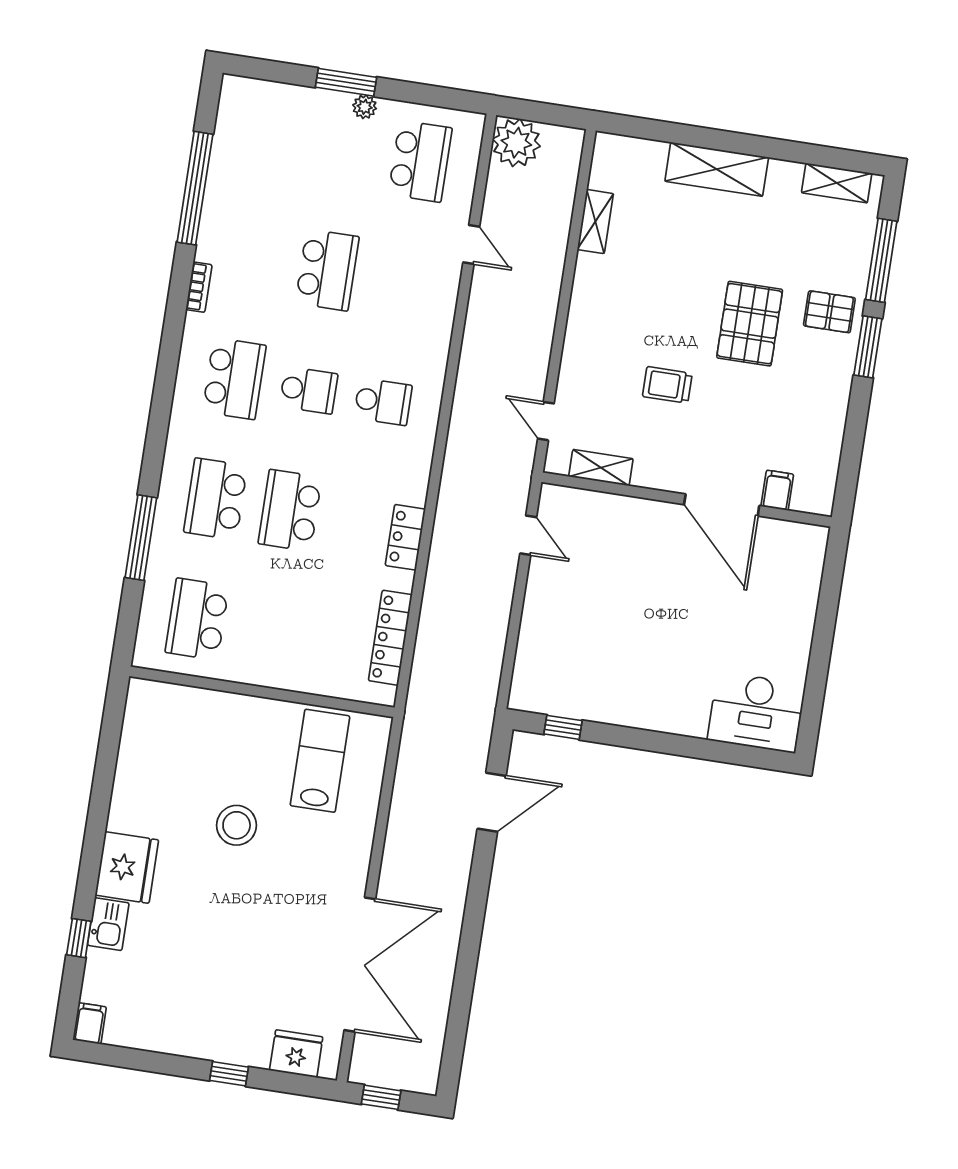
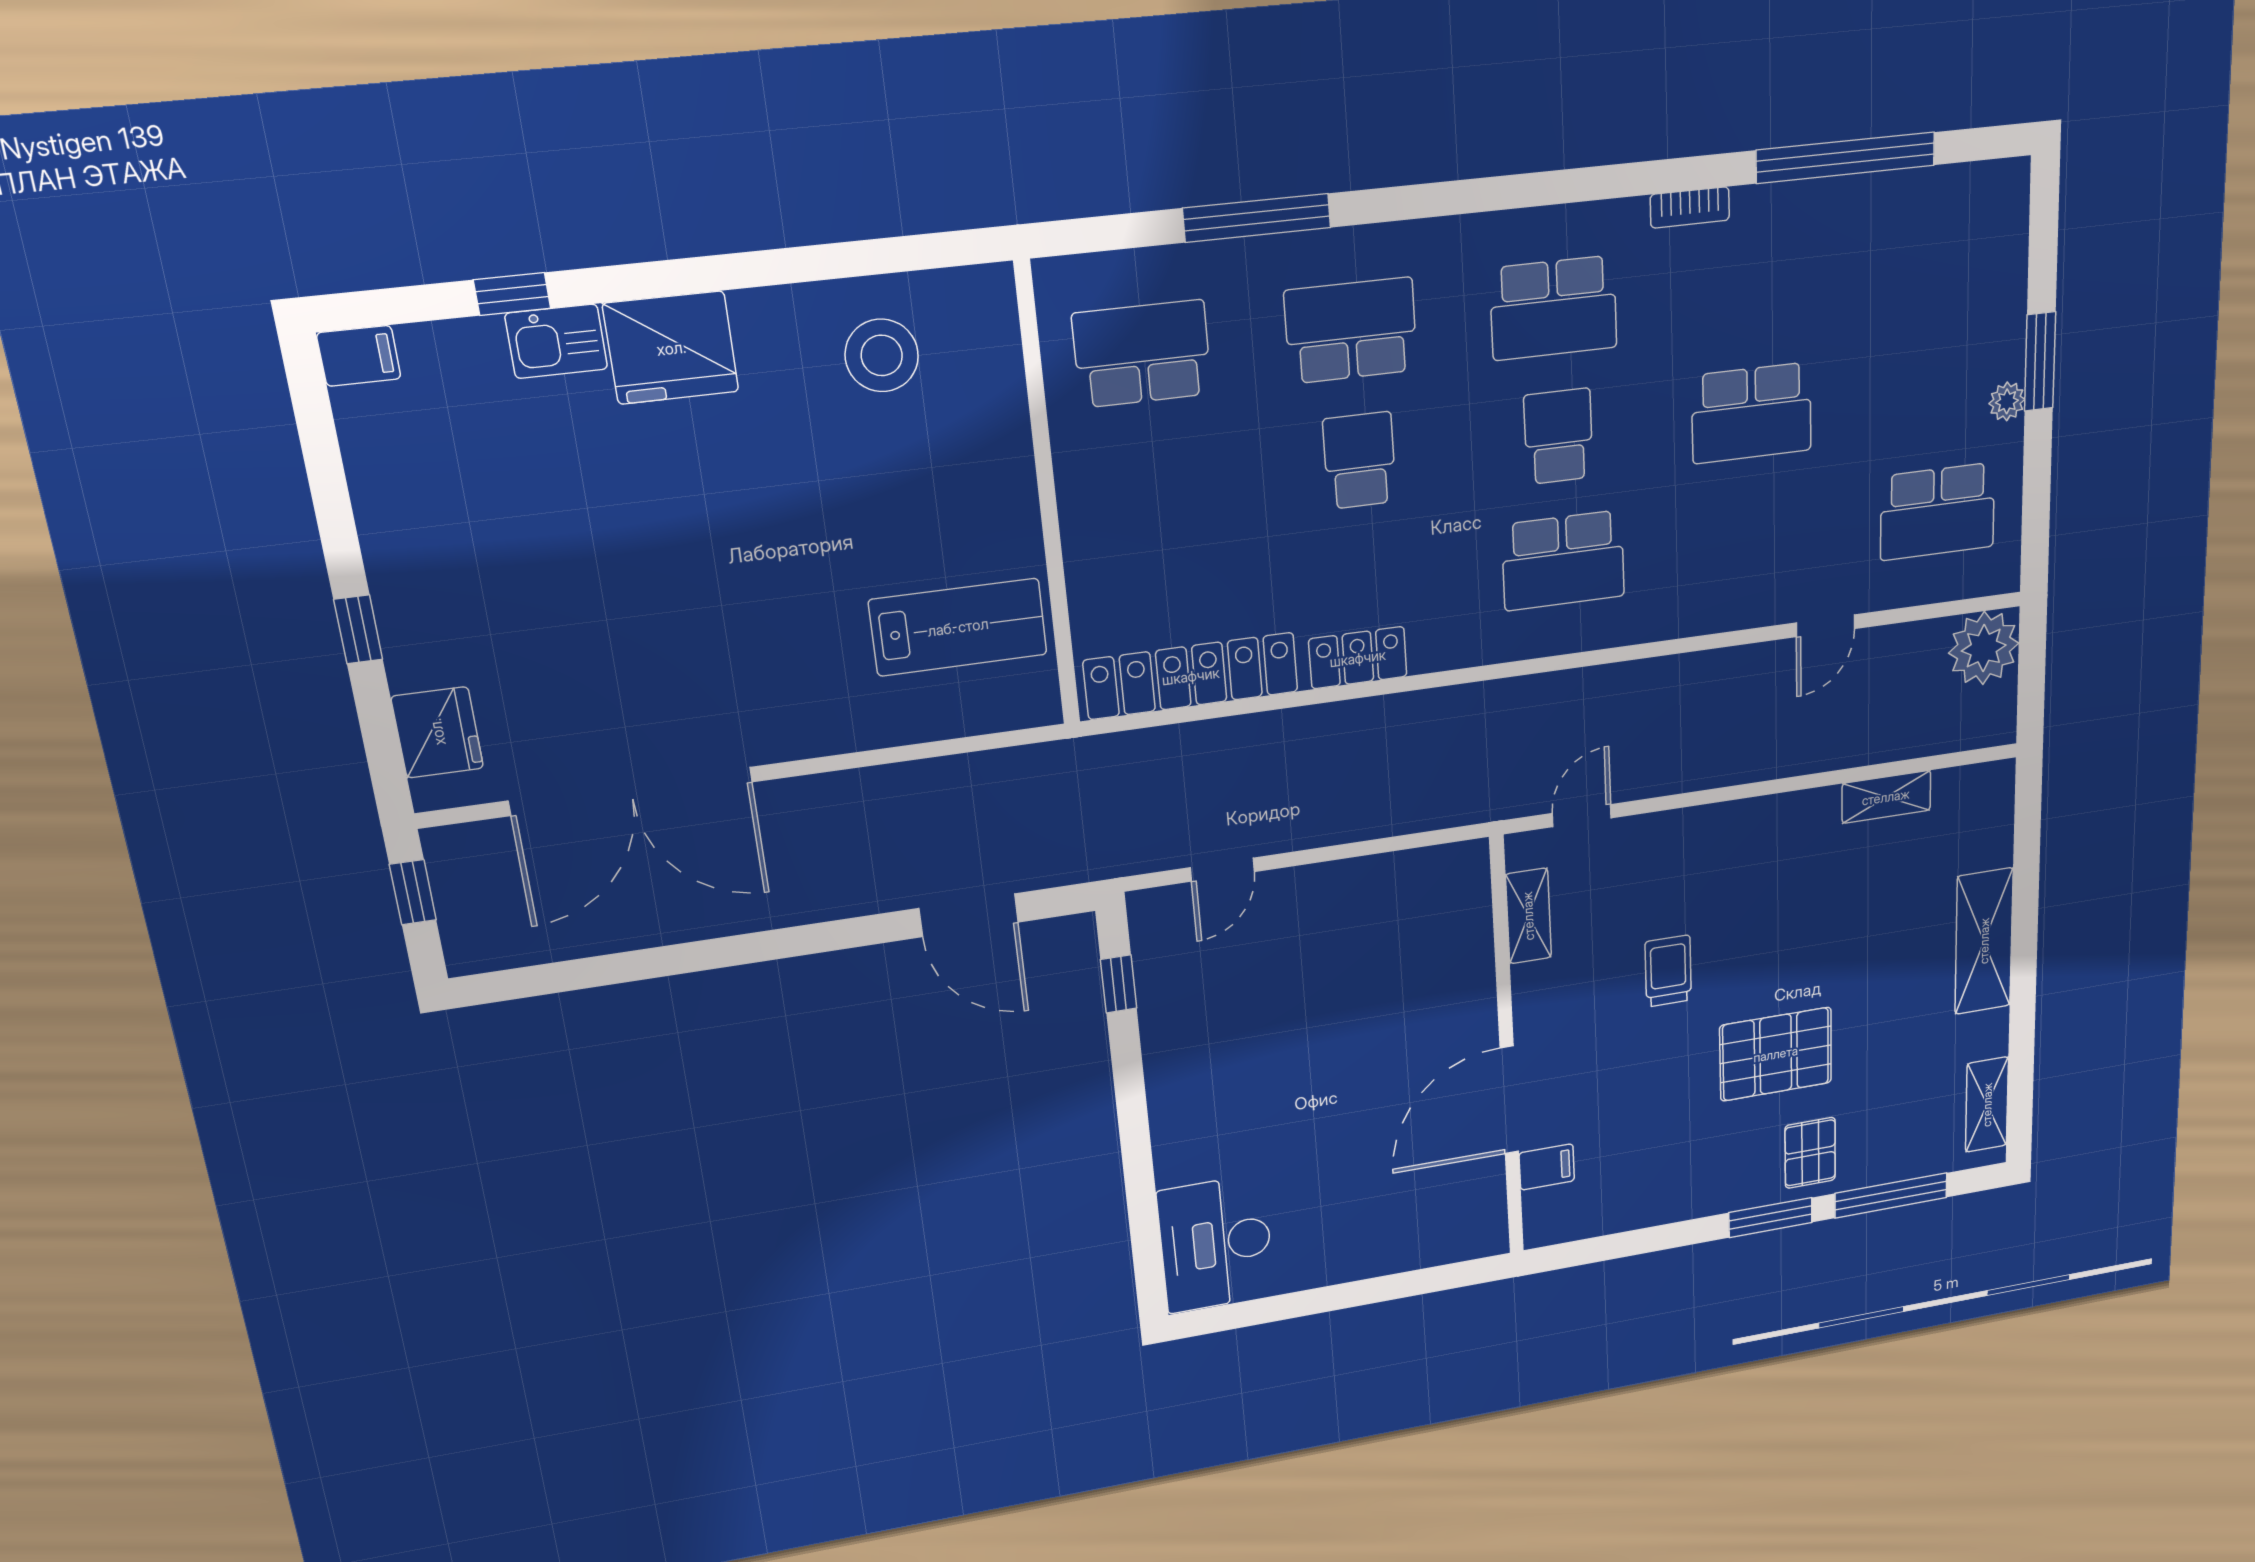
school desk: (309, 390) -> (1558, 436), turned 180
school desk: (383, 402) -> (1563, 560), width x1.85
school desk: (290, 510) -> (1360, 461), width x0.54
door: (528, 535) -> (1222, 870), moved
locker: (390, 638) -> (1191, 676), width x1.41, depth x1.21
stool: (237, 825) -> (882, 355), moved

